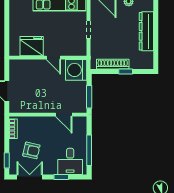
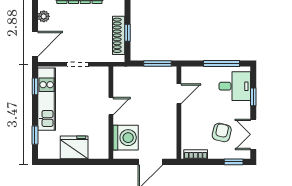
fridge: (32, 46) -> (74, 147), moved, turned 90
washing machine: (76, 70) -> (126, 138), moved, turned -90
window: (126, 72) -> (128, 33), moved

